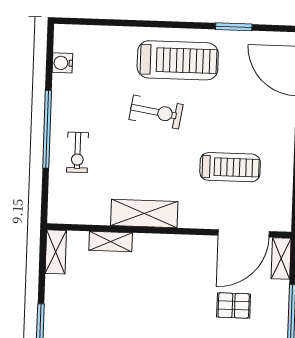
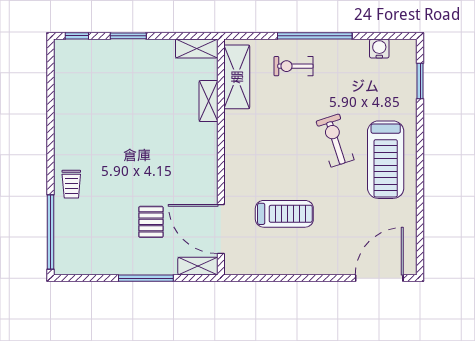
window: (234, 27) -> (420, 81), moved
exercise bike: (156, 112) -> (335, 141), turned 153
treadmill: (230, 167) -> (284, 214), turned -90
shelving: (144, 213) -> (237, 77), moved

